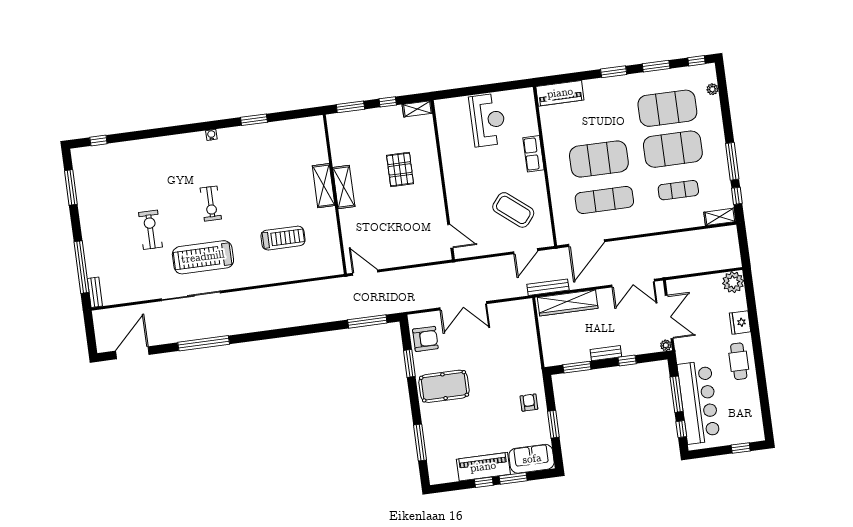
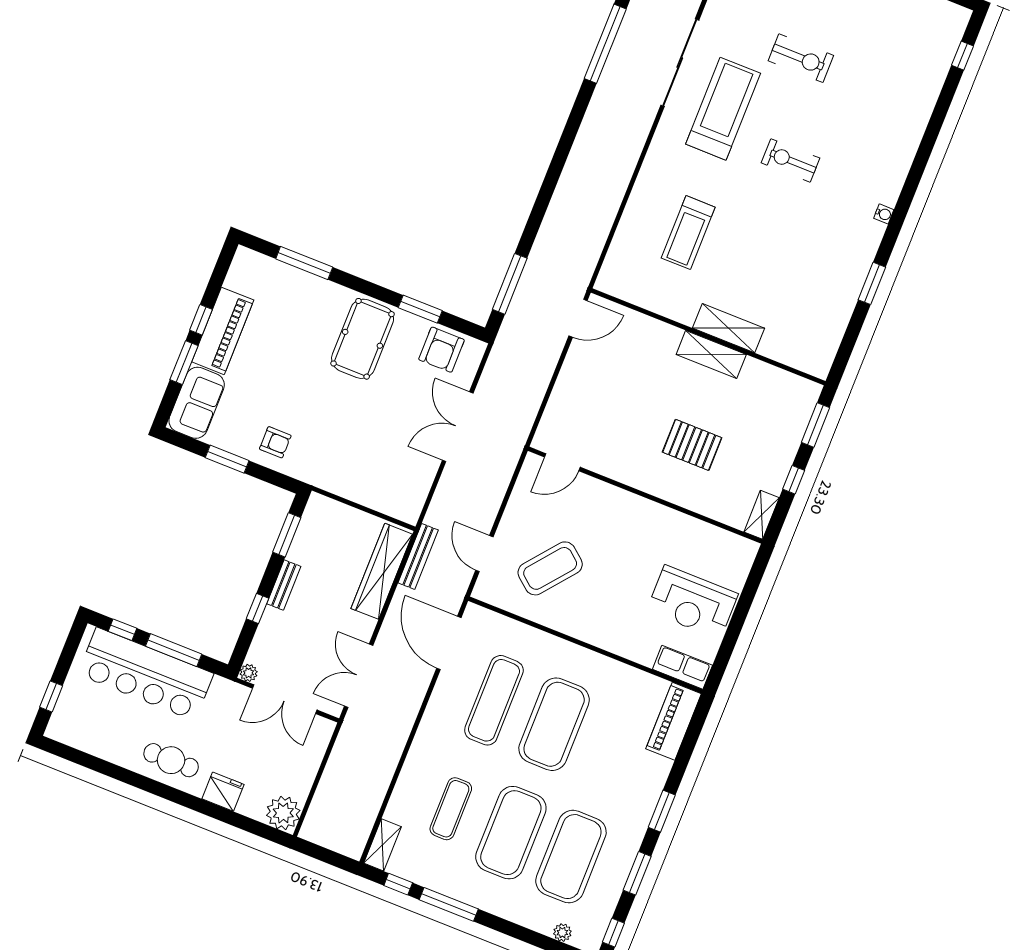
row of seats: (533, 154) -> (682, 667), moved

